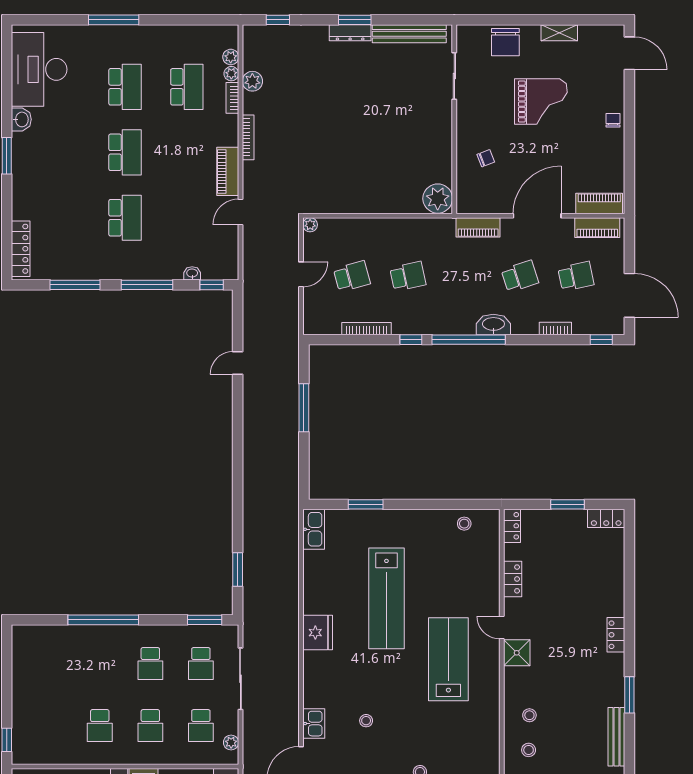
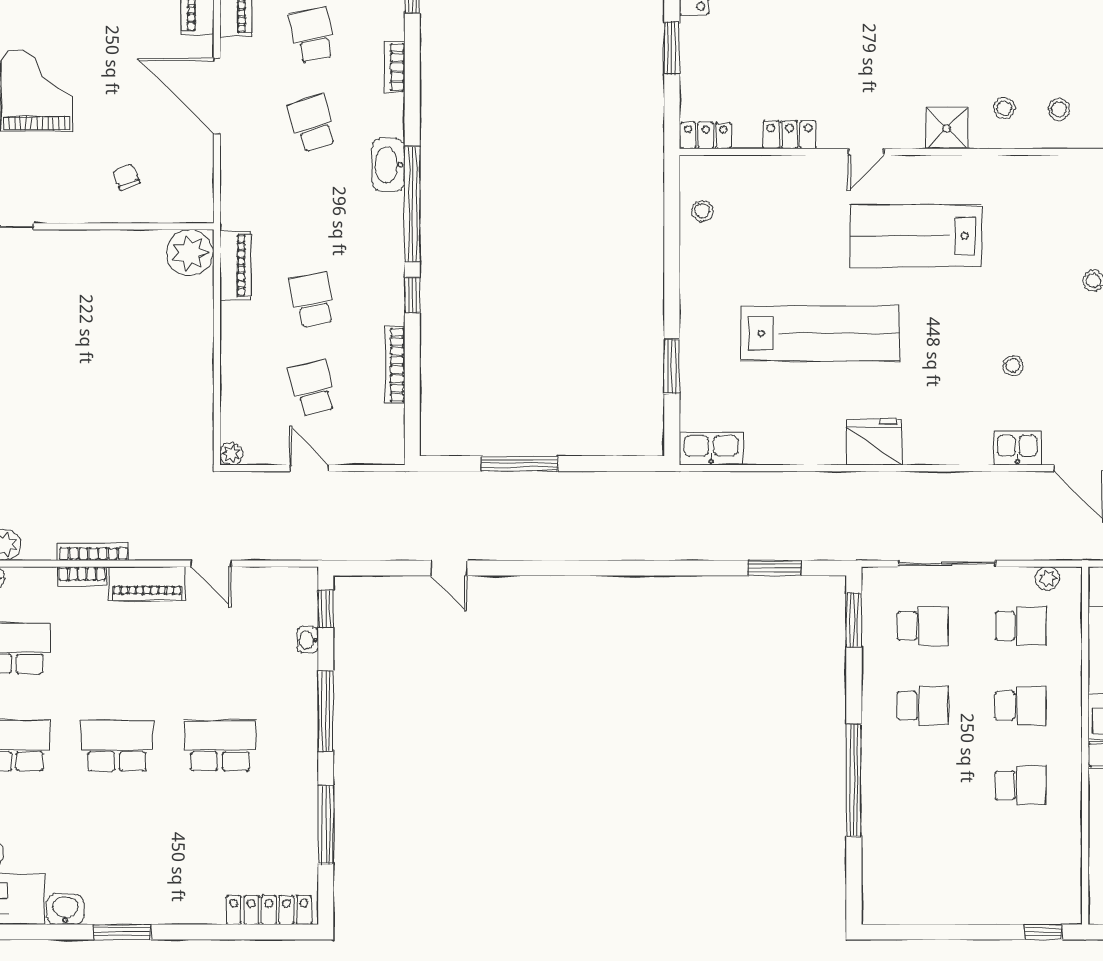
bookcase: (232, 98) -> (82, 576), moved
piano: (478, 227) -> (235, 265), moved
shower: (517, 653) -> (947, 128), moved

